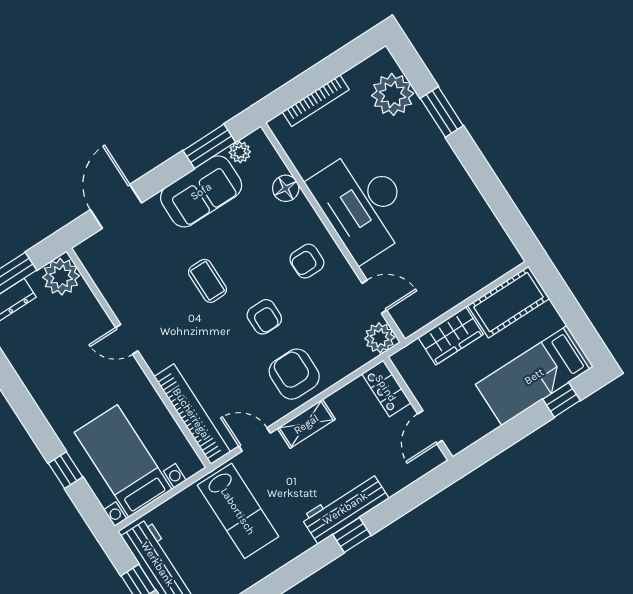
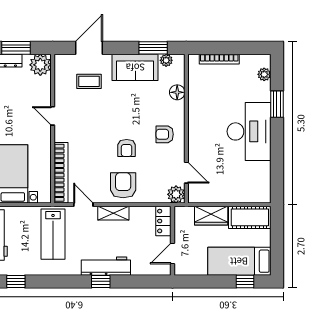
plant: (393, 94) -> (264, 74), width x0.53, depth x0.53
desk: (363, 204) -> (249, 131), moved, turned 180
coffee table: (207, 281) -> (89, 81), moved, turned 90

